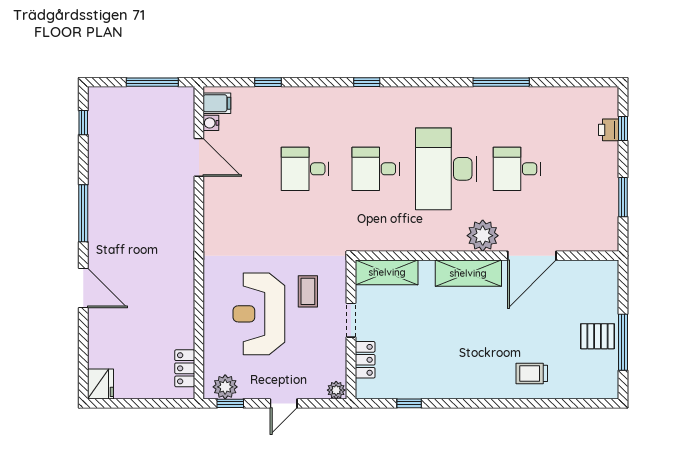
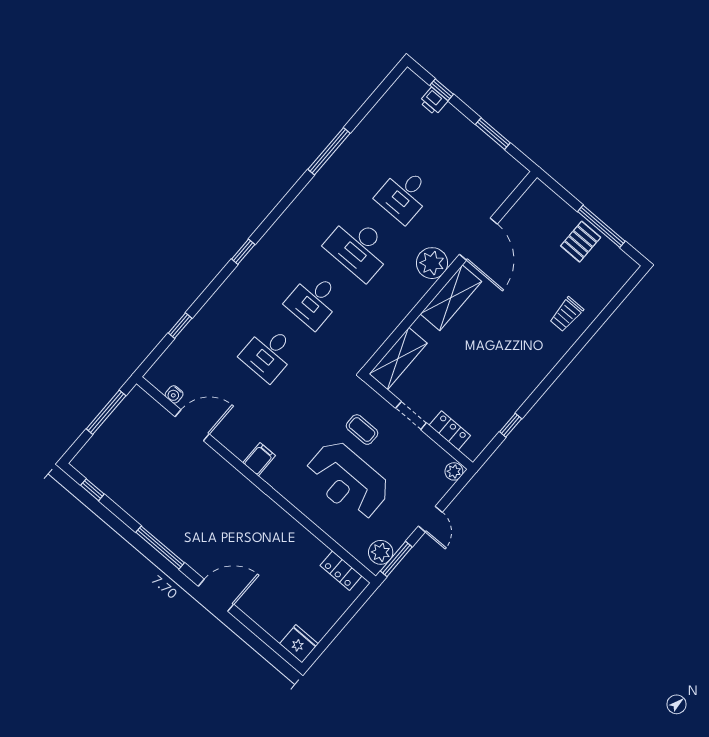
filing cabinet: (217, 103) -> (259, 459), moved
desk: (446, 169) -> (359, 248), width x0.73, depth x0.77
window: (230, 403) -> (396, 559), width x1.50

